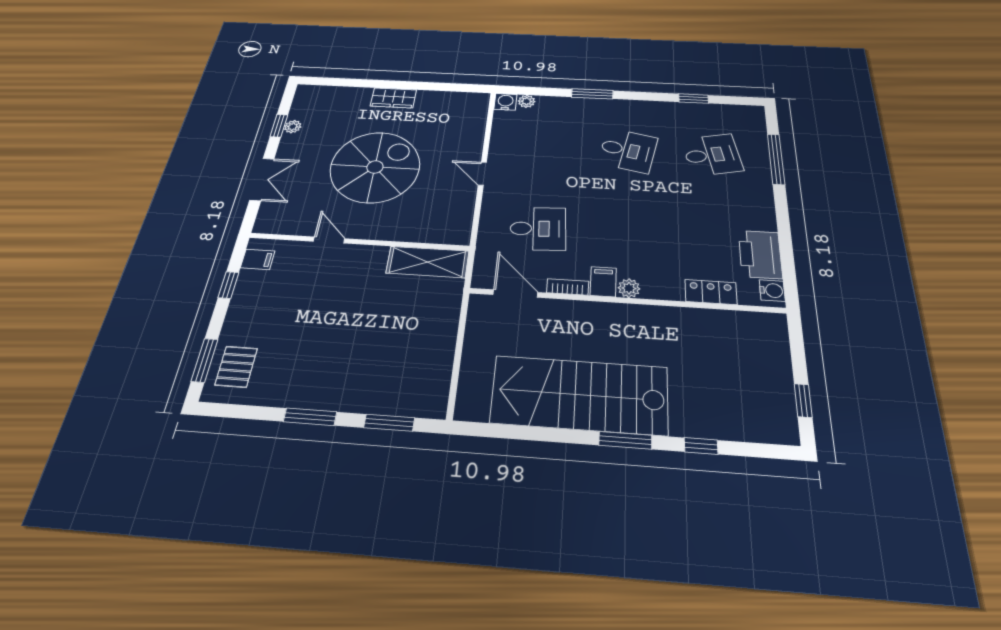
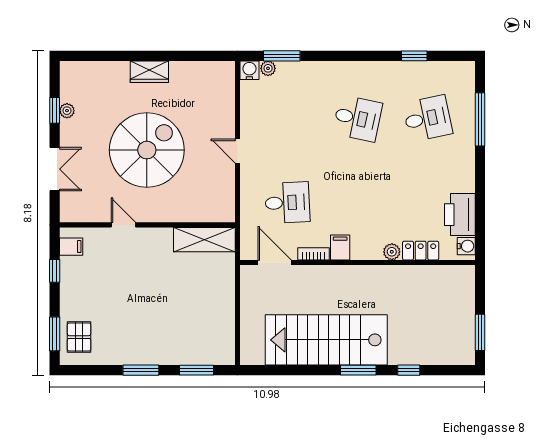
window: (592, 94) -> (282, 56), moved
plant: (629, 288) -> (392, 252), moved
window: (803, 401) -> (480, 332), width x1.50

